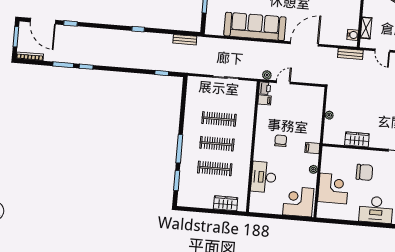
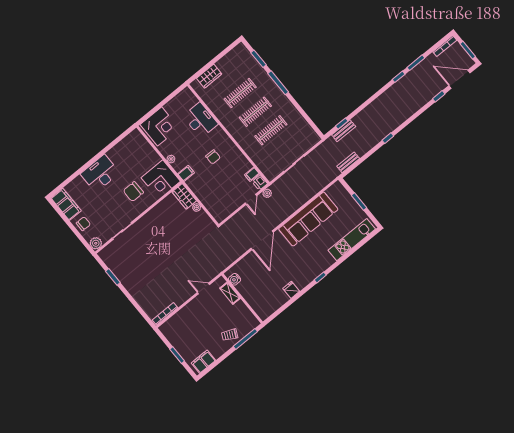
bench: (350, 54) -> (344, 131), moved
wardrobe: (357, 139) -> (184, 196), moved, turned 90
corner desk: (333, 188) -> (161, 179), moved

